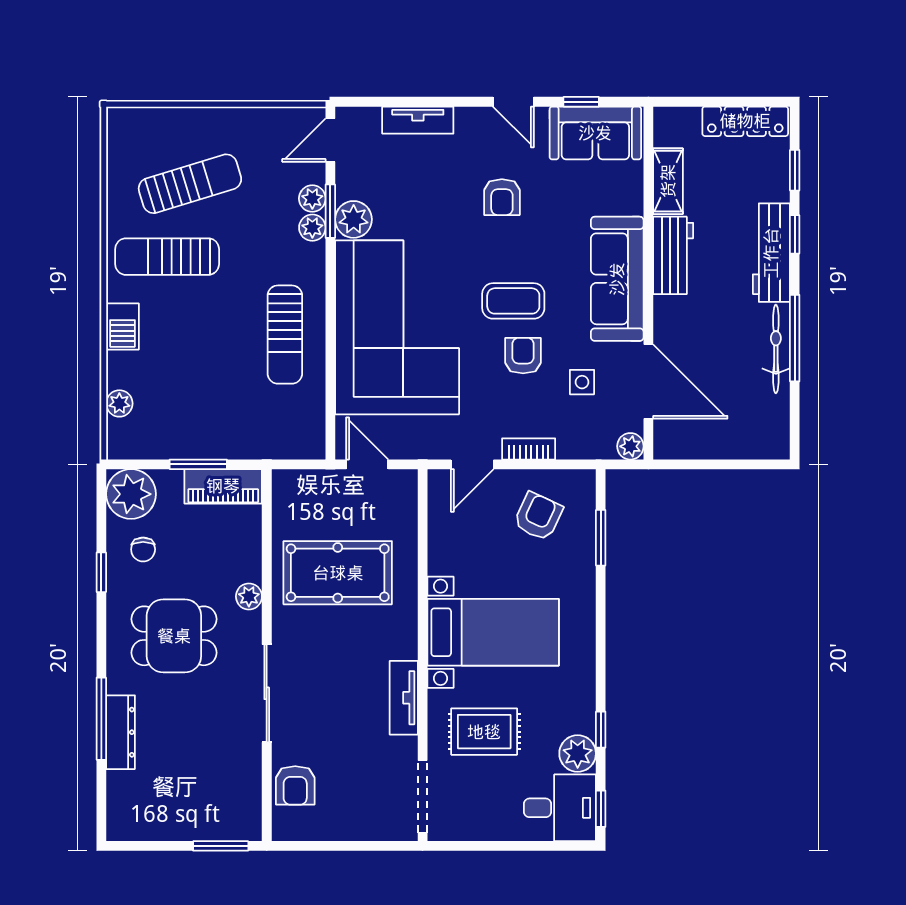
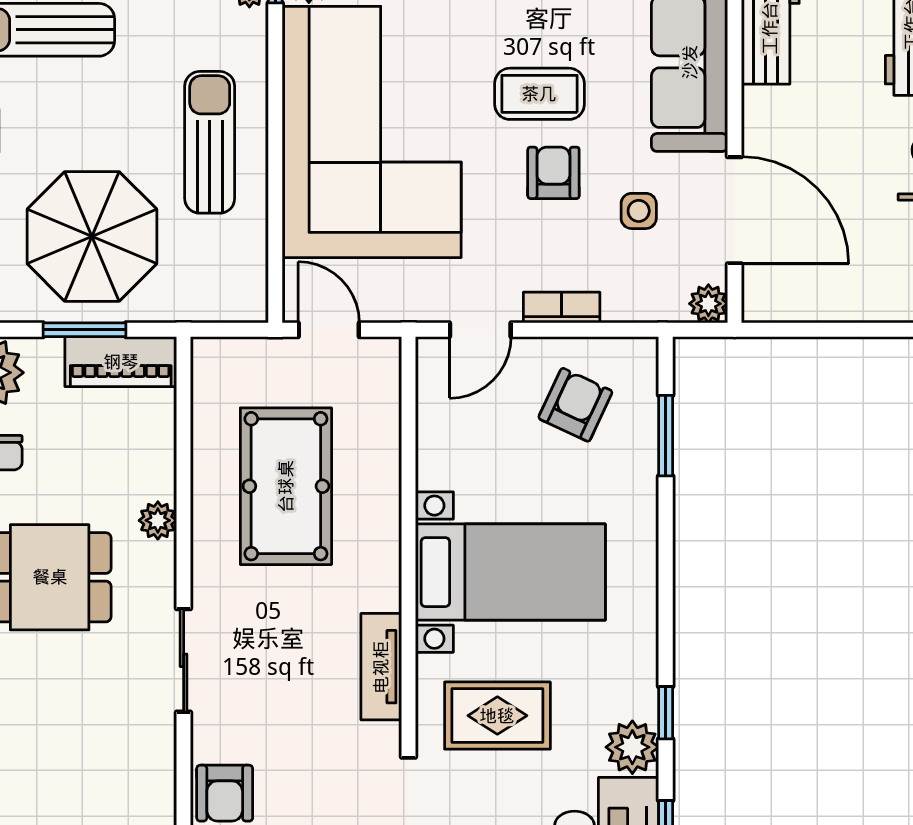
sun lounger: (285, 335) -> (210, 142), turned 180
parasol: (203, 400) -> (92, 236), added
pool table: (338, 573) -> (286, 486), turned 90
sliding door: (267, 693) -> (184, 660), width x0.73

